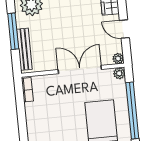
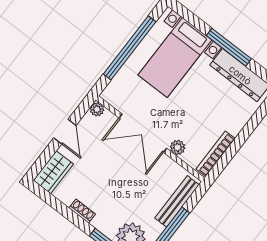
plant: (119, 73) -> (178, 147), moved
bookcase: (27, 90) -> (216, 154), width x1.56

